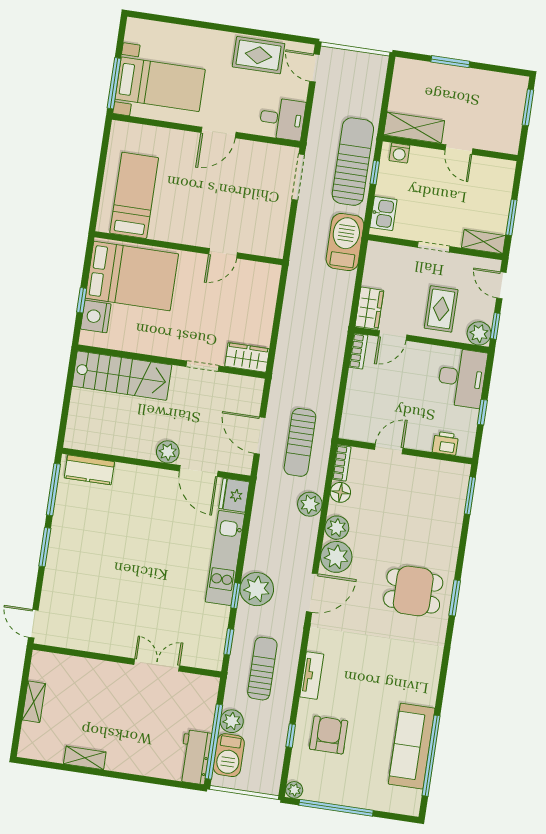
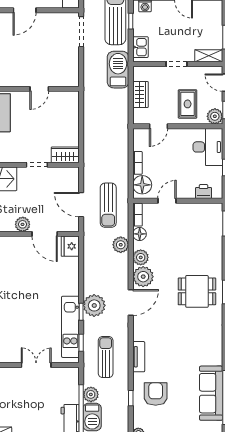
wardrobe: (369, 308) -> (140, 95), moved
bookcase: (358, 351) -> (137, 163), moved
floor lamp: (355, 419) -> (142, 185), added
kitchen unit: (225, 558) -> (70, 327), moved

